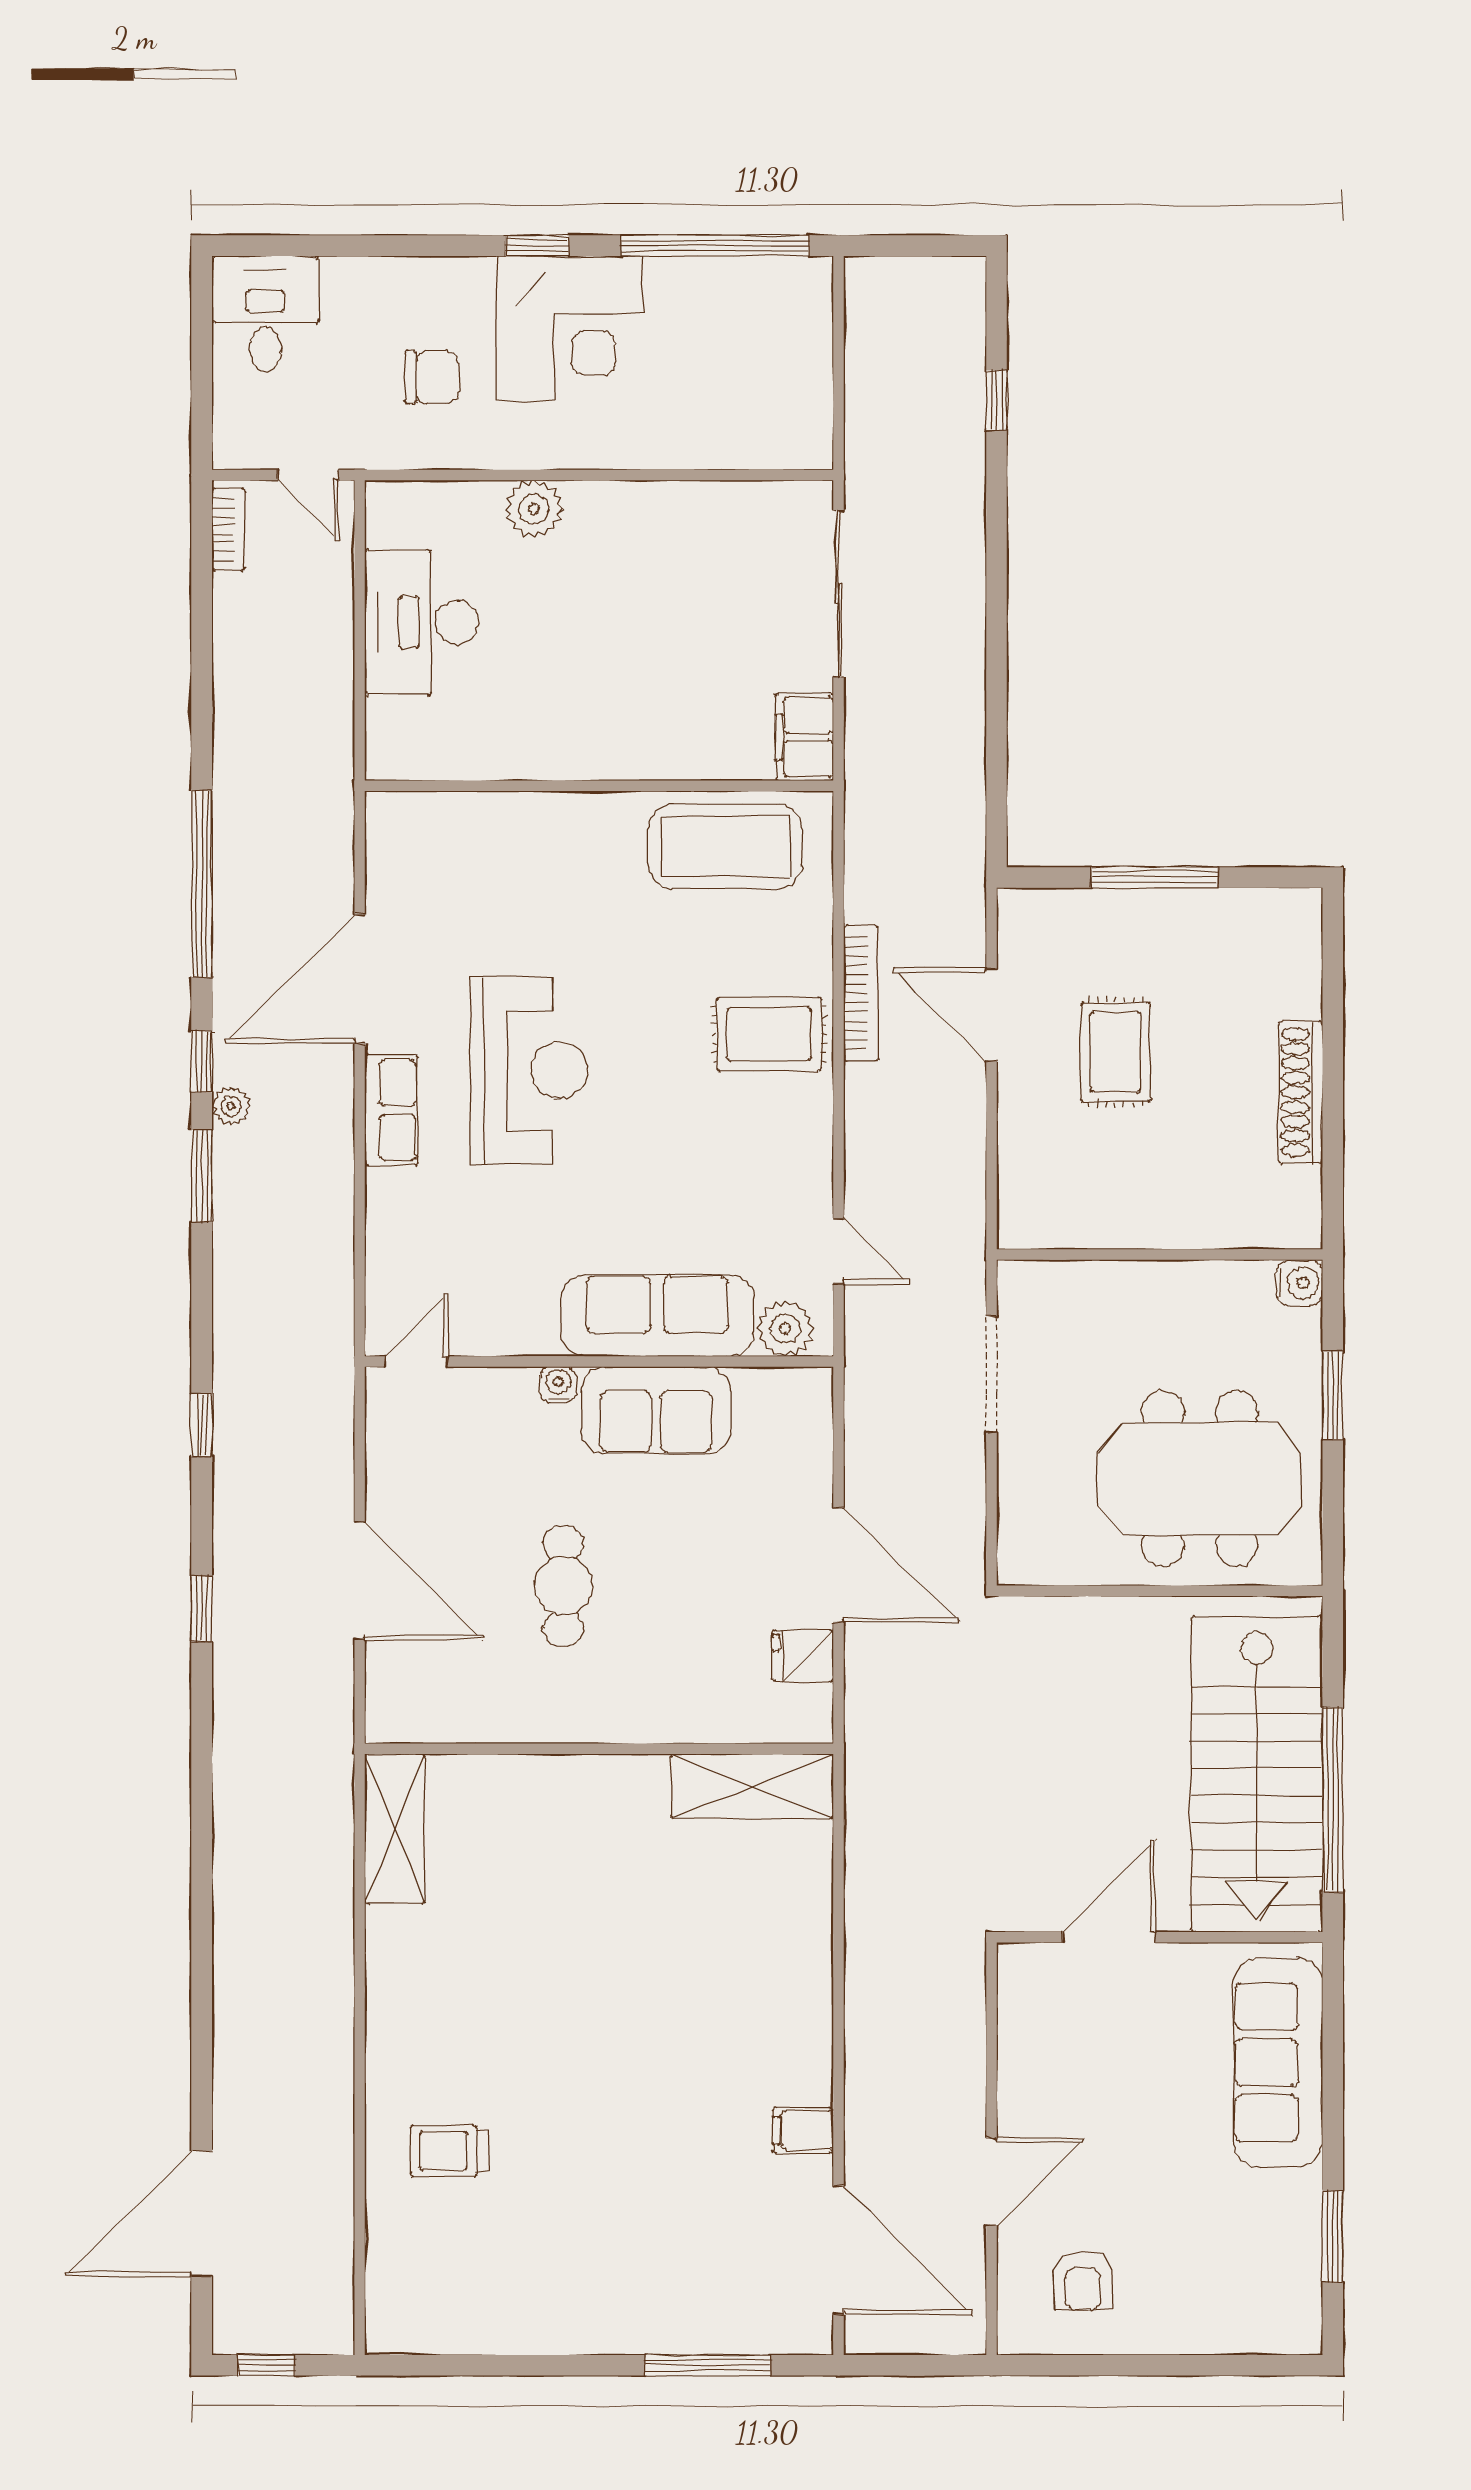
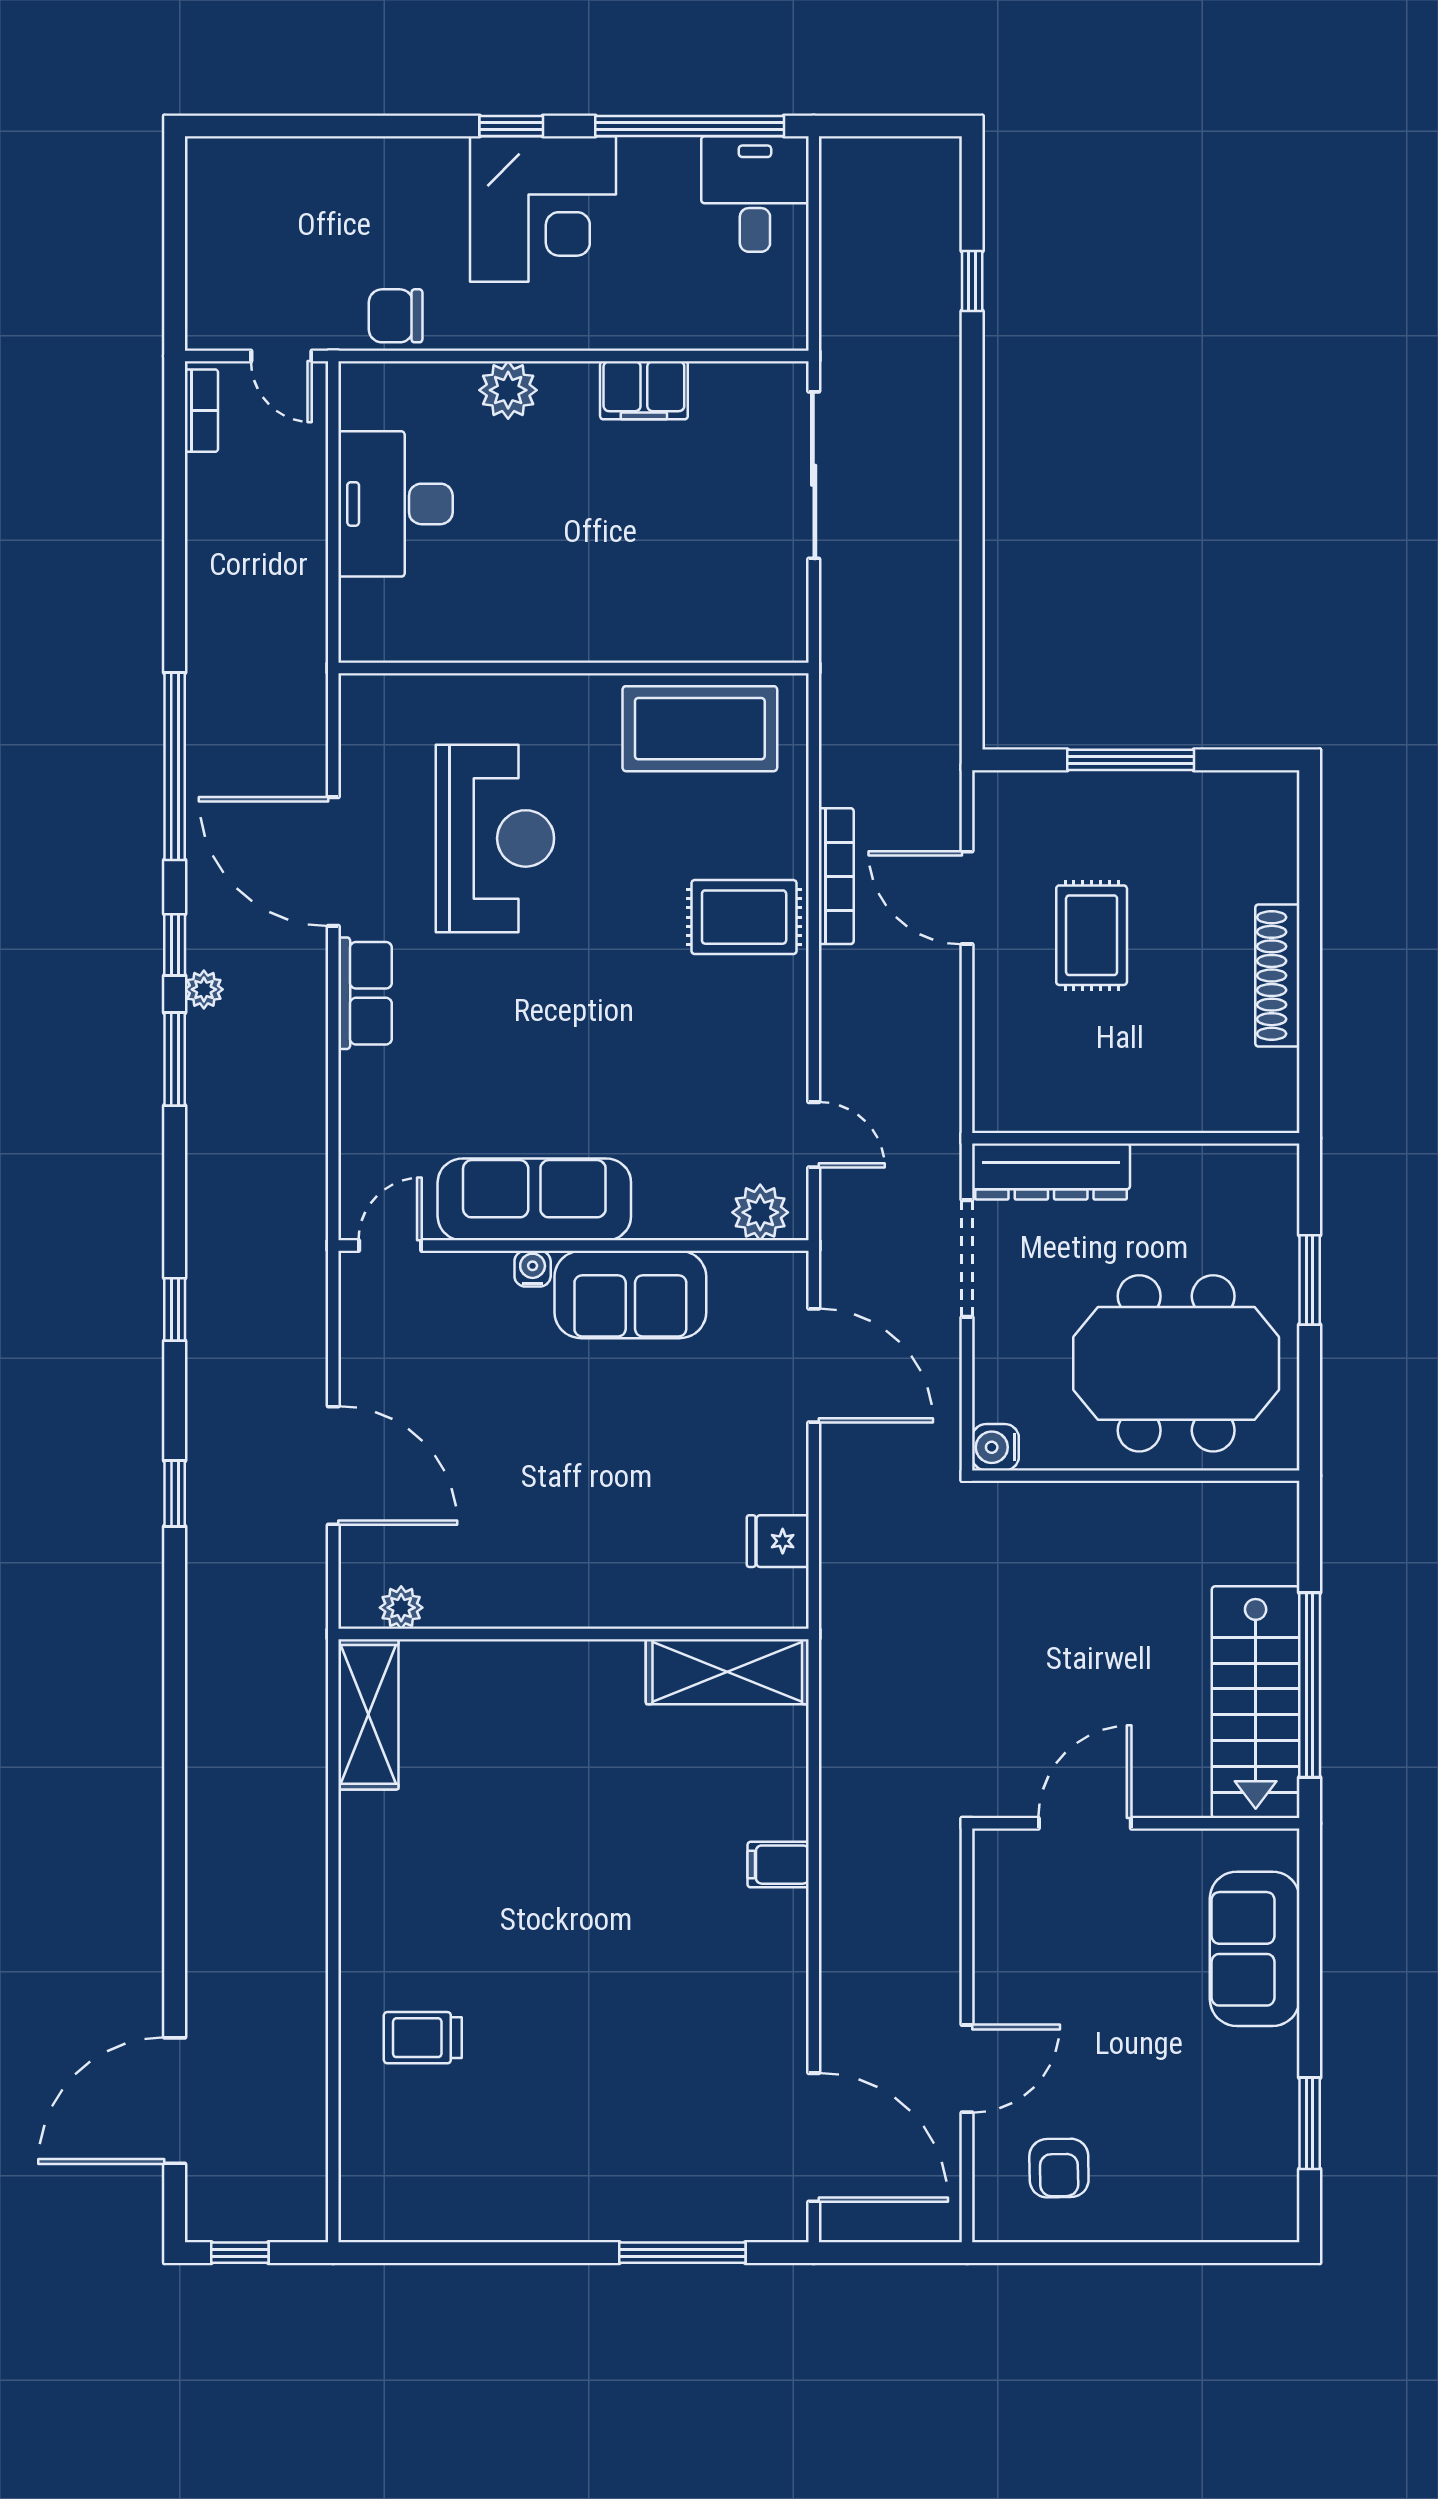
desk: (265, 314) -> (755, 194), moved
chair: (432, 377) -> (396, 316), moved, turned 180
filing cabinet: (804, 737) -> (644, 390), moved, turned -90
door: (360, 979) -> (333, 862), hinge flipped
reception desk: (529, 1070) -> (495, 838), moved
water cooler: (1299, 1283) -> (995, 1447), moved, turned 180
dresser: (1075, 1288) -> (1051, 1171), added
sofa: (657, 1315) -> (534, 1199), moved
door: (839, 1565) -> (814, 1366), moved
cafe table: (564, 1586) -> (538, 1471), removed
plant: (427, 1722) -> (401, 1608), added
stairs: (1257, 1775) -> (1256, 1702), width x0.73, depth x0.66
sofa: (1278, 2062) -> (1255, 1949), width x0.73
filing cabinet: (803, 2130) -> (778, 1865), moved

